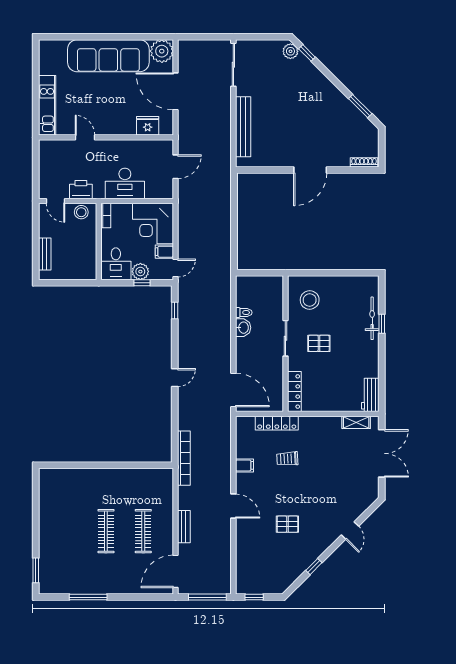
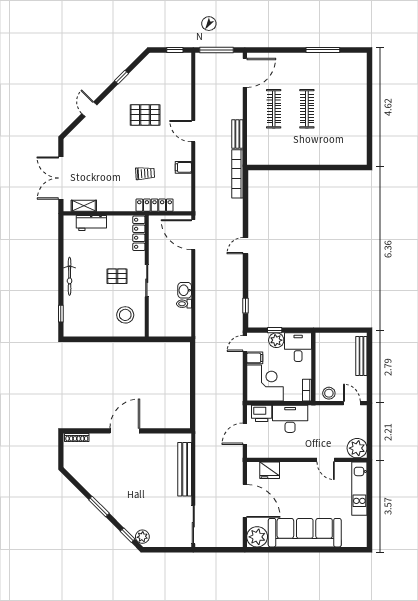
window: (360, 106) -> (99, 507), moved
plant: (50, 151) -> (357, 448), added
printer: (81, 190) -> (262, 413), moved
bench: (45, 254) -> (361, 356), width x1.36
bicycle: (372, 318) -> (70, 276), moved
window: (382, 324) -> (61, 314), moved
workbench: (370, 395) -> (91, 223), moved, turned 90
pallet: (287, 524) -> (145, 115), width x1.50, depth x1.42
bench: (184, 527) -> (237, 134), moved
window: (36, 570) -> (370, 74), removed

